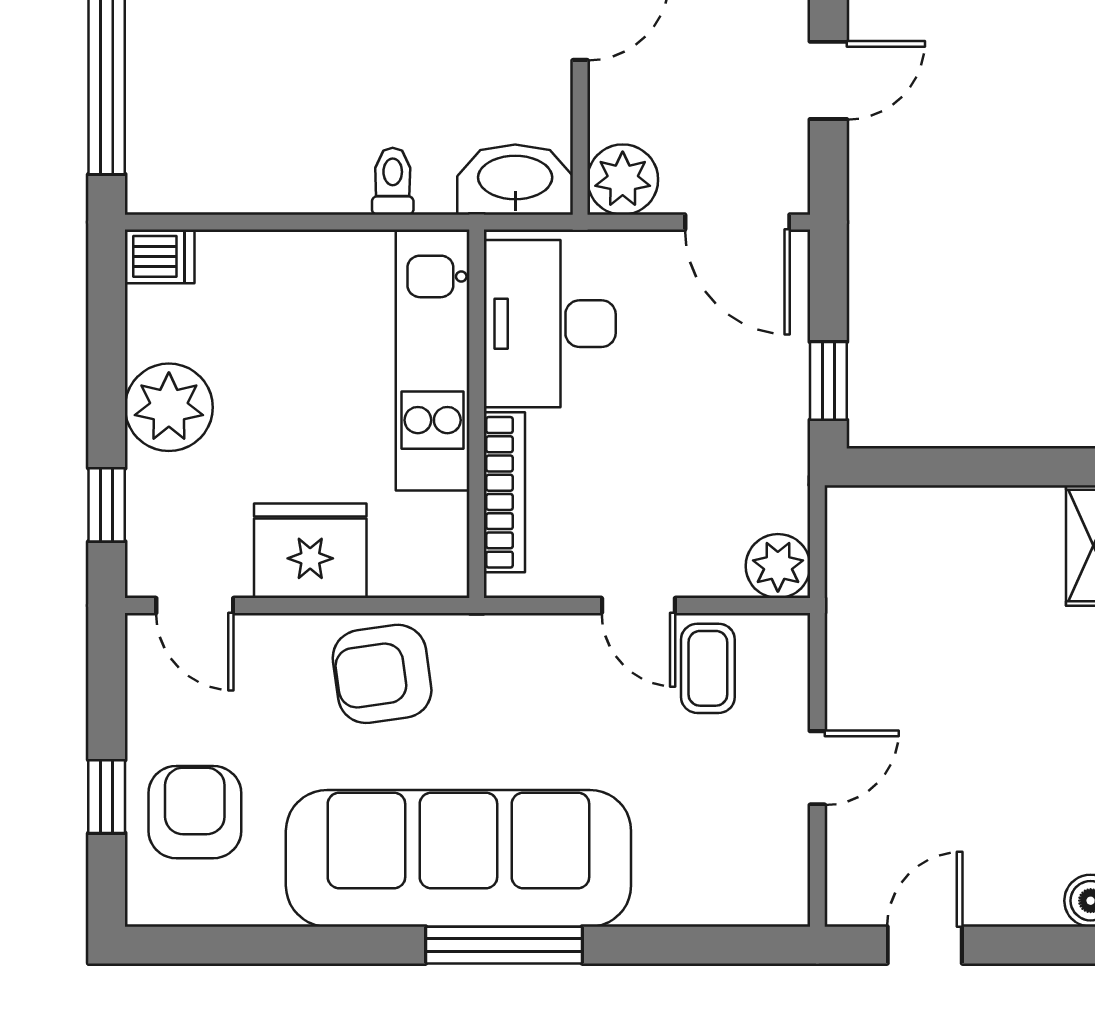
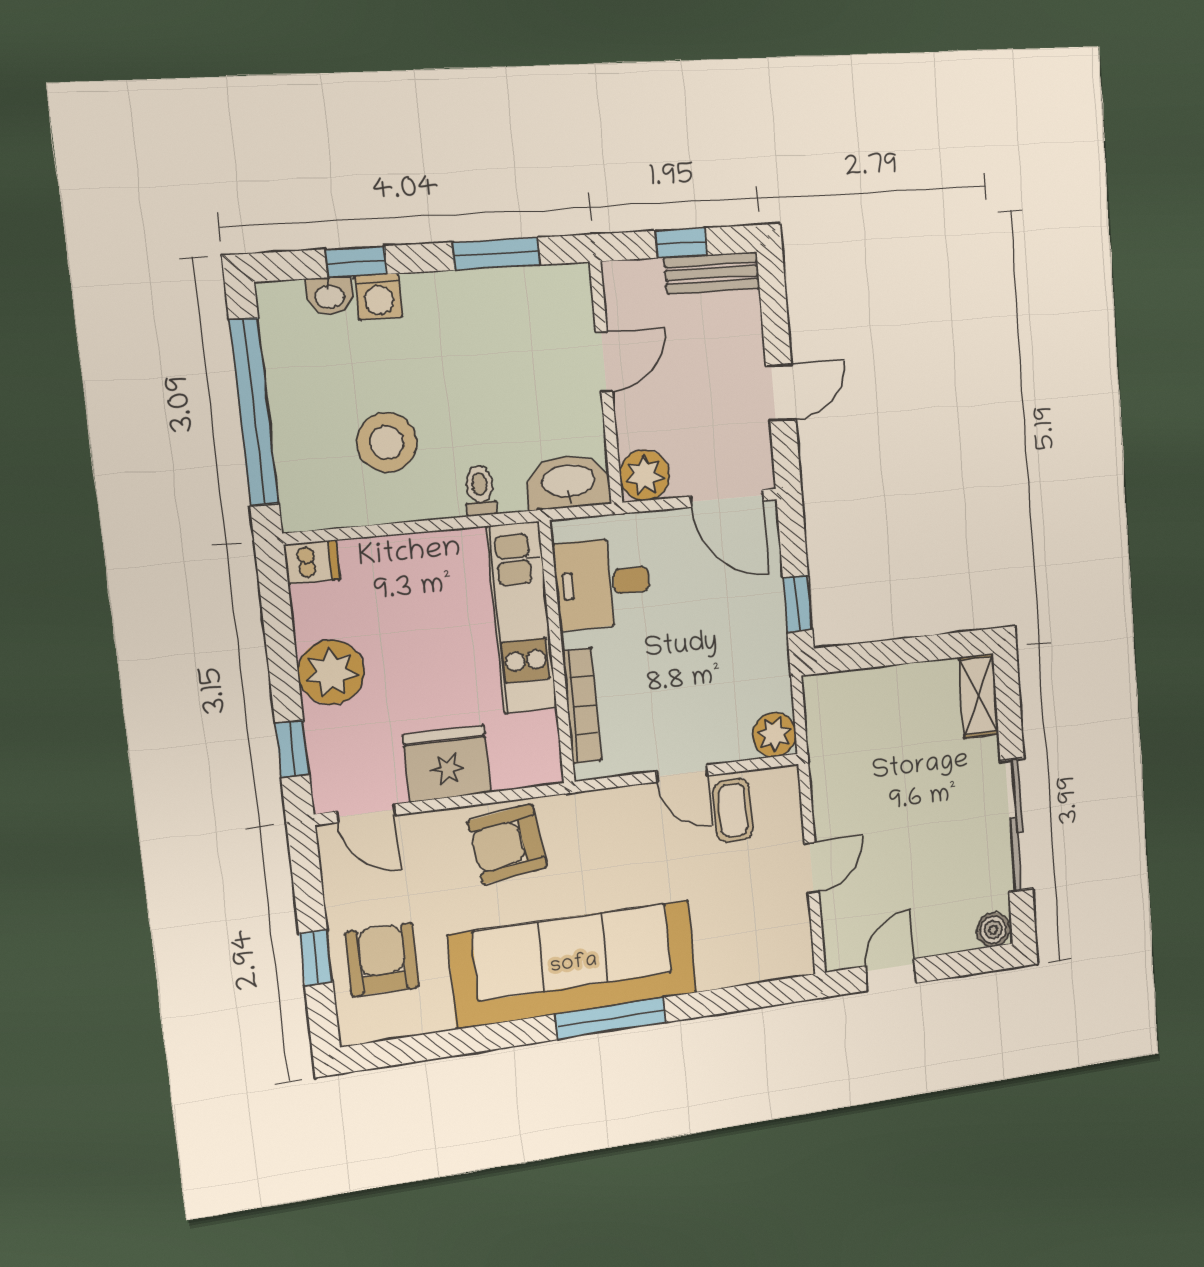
stool: (275, 105) -> (387, 442), added
desk: (550, 324) -> (603, 583), width x0.73

